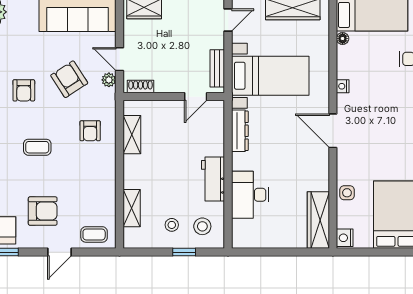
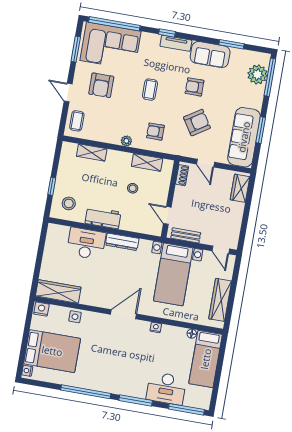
door: (120, 59) -> (206, 163), swing flipped
plant: (109, 80) -> (126, 141), moved
dresser: (240, 131) -> (122, 242), moved
stool: (172, 225) -> (133, 188), moved

